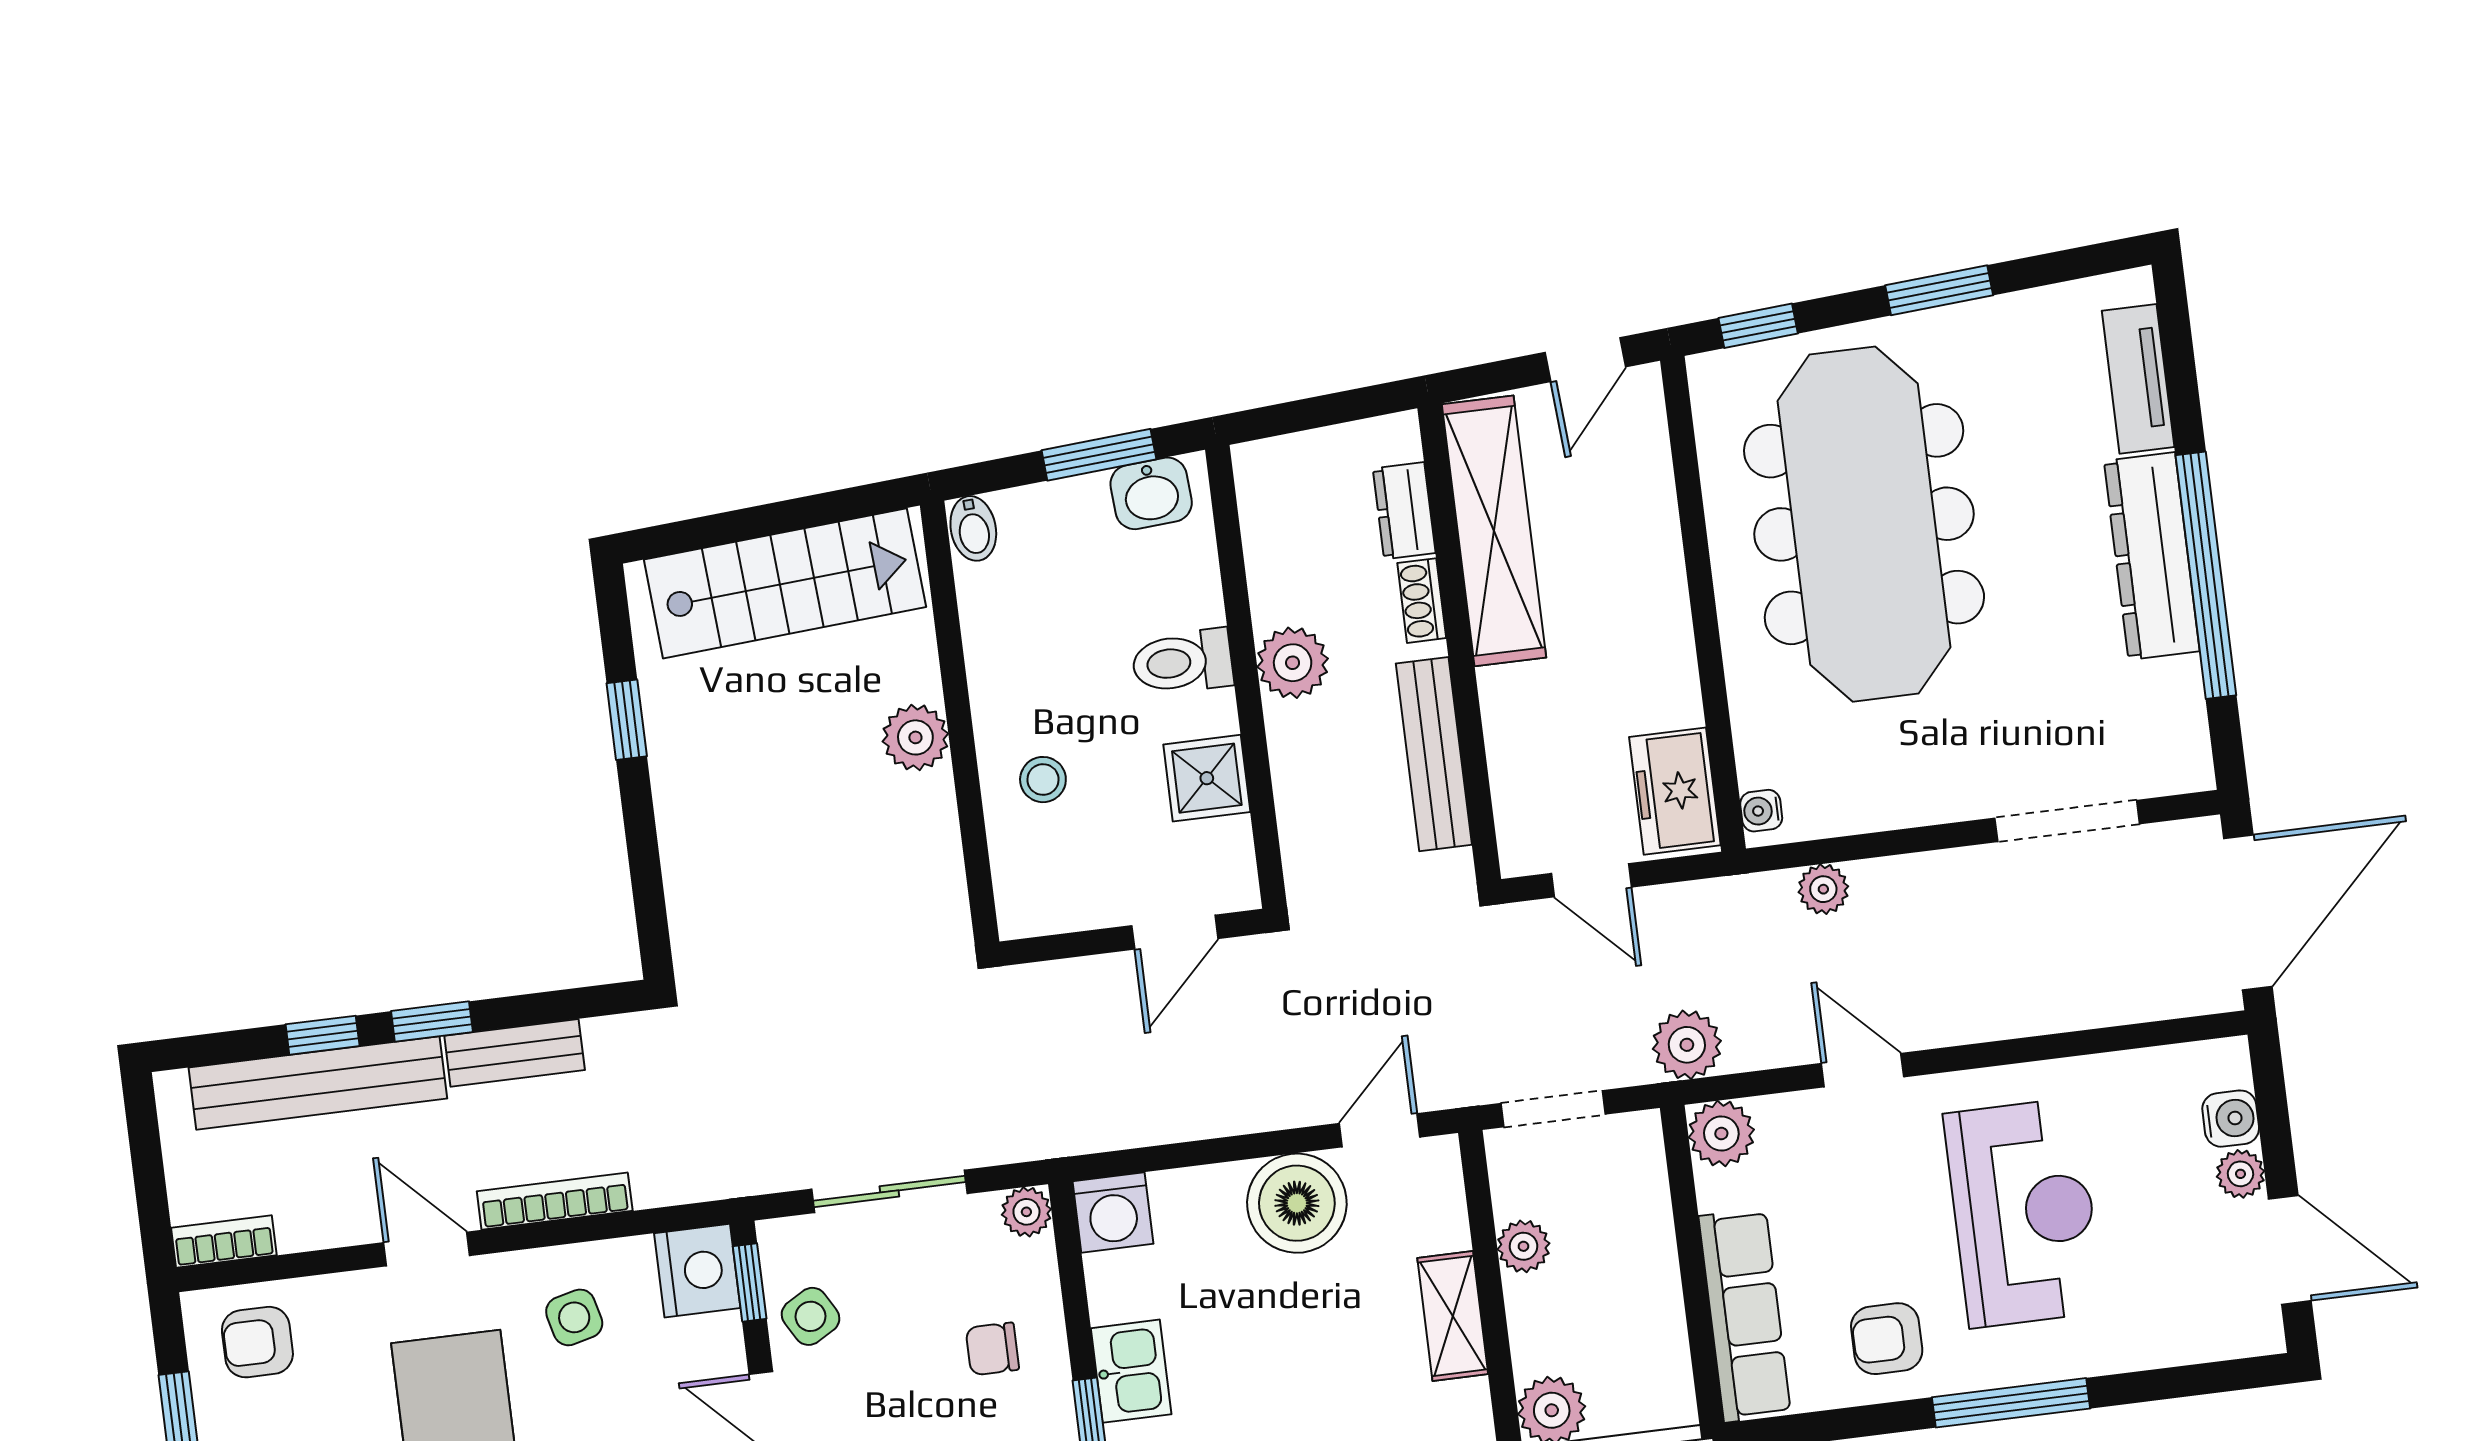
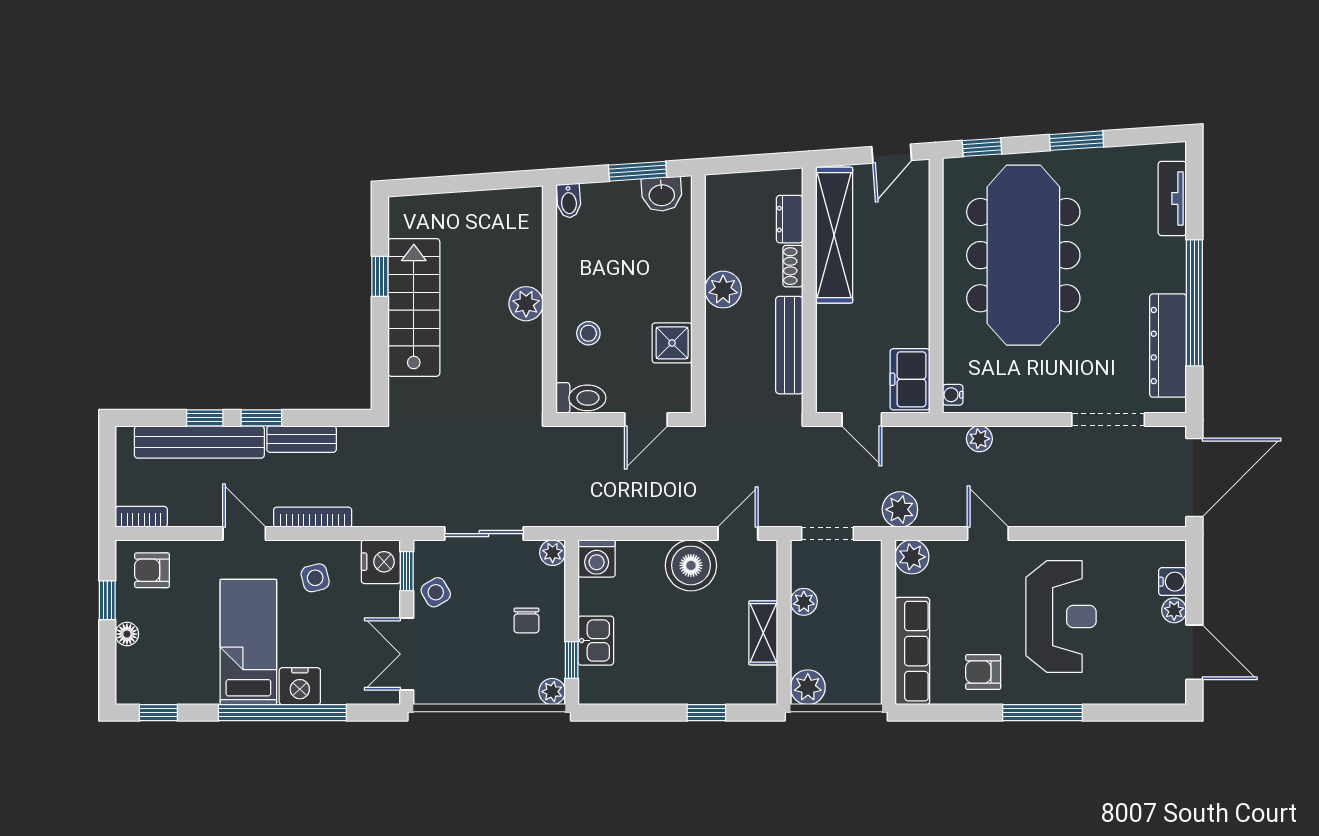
dresser: (2152, 556) -> (1168, 346), moved
stairs: (785, 583) -> (414, 307), moved, turned -86
toilet: (1182, 662) -> (581, 398), moved, turned 180
chair: (992, 1349) -> (526, 620), turned -90

